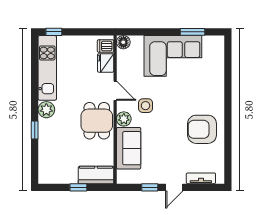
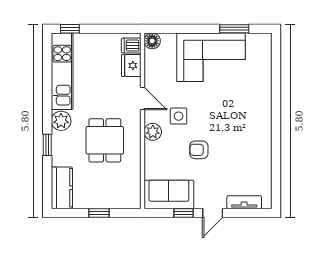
dining table: (97, 121) -> (105, 140), moved
armchair: (202, 129) -> (199, 150), moved, width x0.53, depth x0.53
sofa: (129, 148) -> (169, 194), moved, turned -90
kitchen counter: (96, 175) -> (62, 188), moved, turned 90

